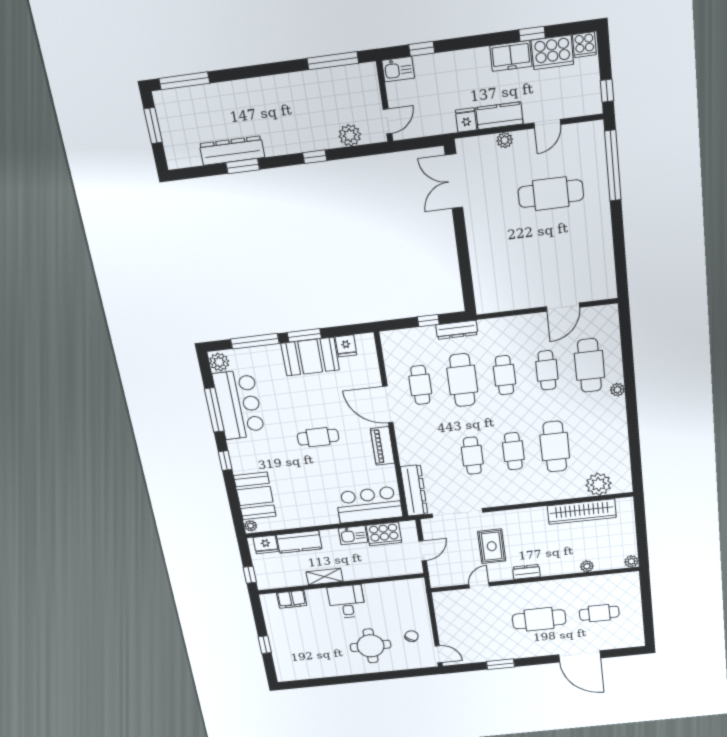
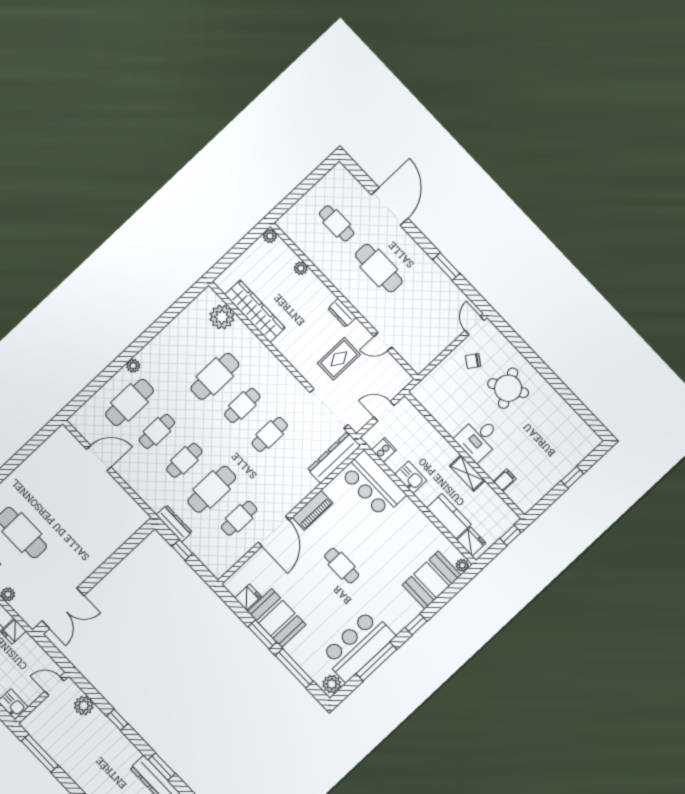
cooker: (384, 534) -> (384, 450), width x0.53, depth x0.76
filing cabinet: (292, 599) -> (505, 480), width x0.50
round table: (371, 646) -> (508, 388), turned -30

